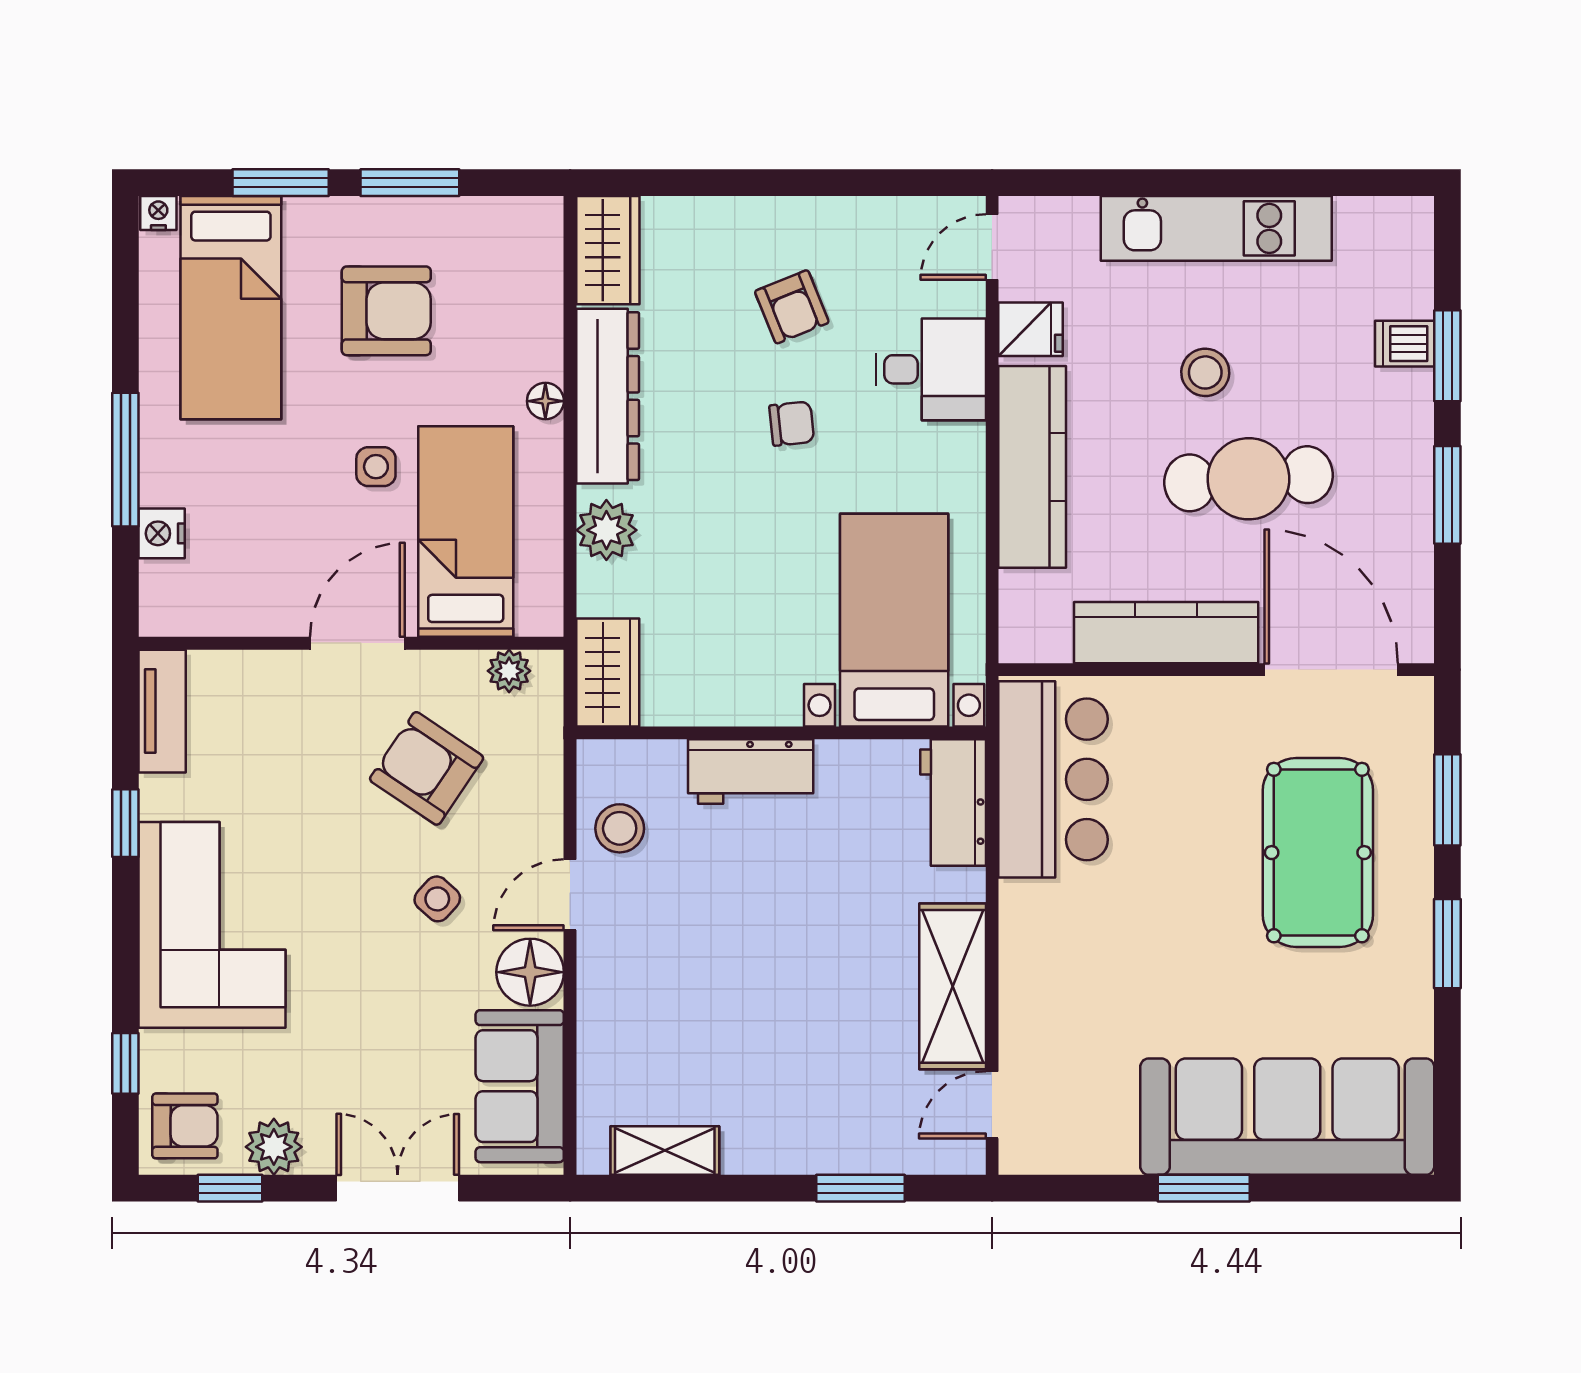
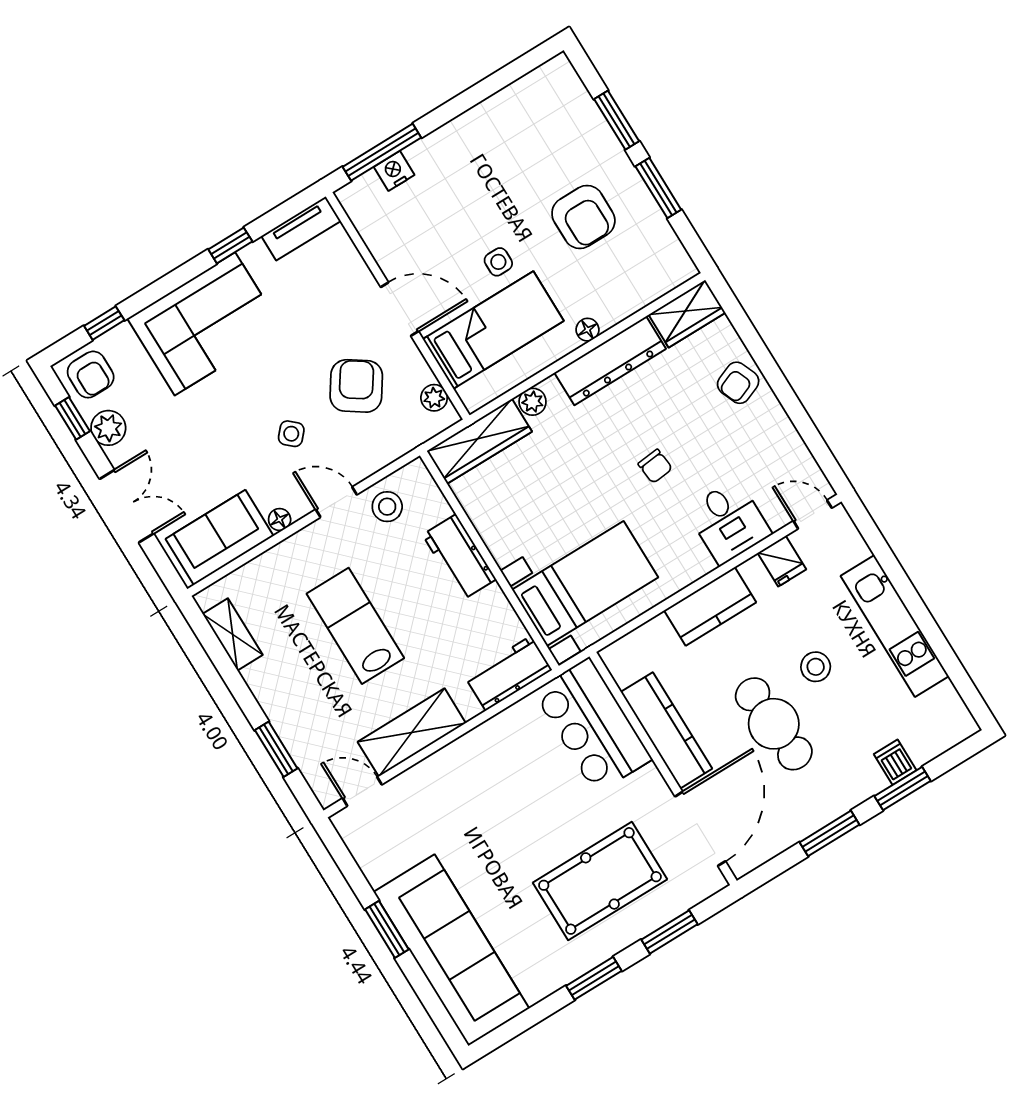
nightstand: (158, 213) -> (561, 66), removed
armchair: (792, 307) -> (738, 383), moved
bed: (231, 308) -> (535, 134), removed
window: (125, 460) -> (382, 152), moved
kitchen counter: (1032, 467) -> (710, 606), width x0.67
plant: (606, 530) -> (533, 402), width x0.73, depth x0.73
wardrobe: (608, 673) -> (479, 441), width x1.50
bar counter: (1053, 779) -> (593, 725), moved, turned 90
floor lamp: (530, 972) -> (280, 519), width x0.53, depth x0.53
lab bench: (757, 974) -> (355, 626), added

